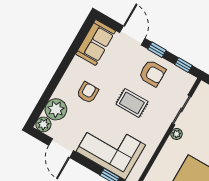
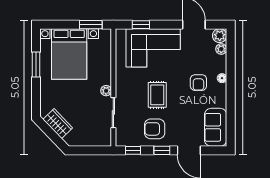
floor lamp: (64, 84) -> (222, 78), added
rug: (132, 103) -> (157, 95), turned 90
plant: (56, 109) -> (221, 49), width x0.53, depth x0.53

